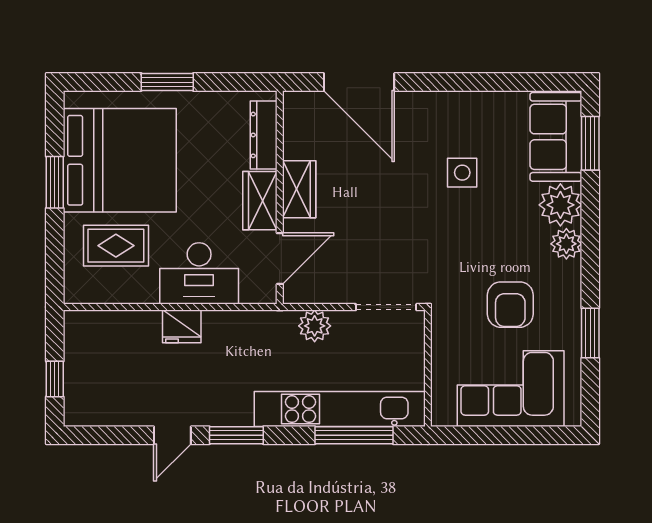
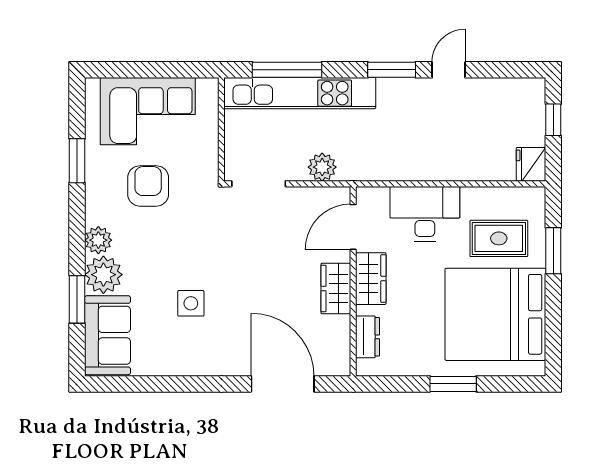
dresser: (264, 135) -> (367, 337), width x0.70
window: (590, 143) -> (77, 299), moved
window: (55, 182) -> (553, 251), moved
fridge: (182, 326) -> (531, 164), moved, turned -90

